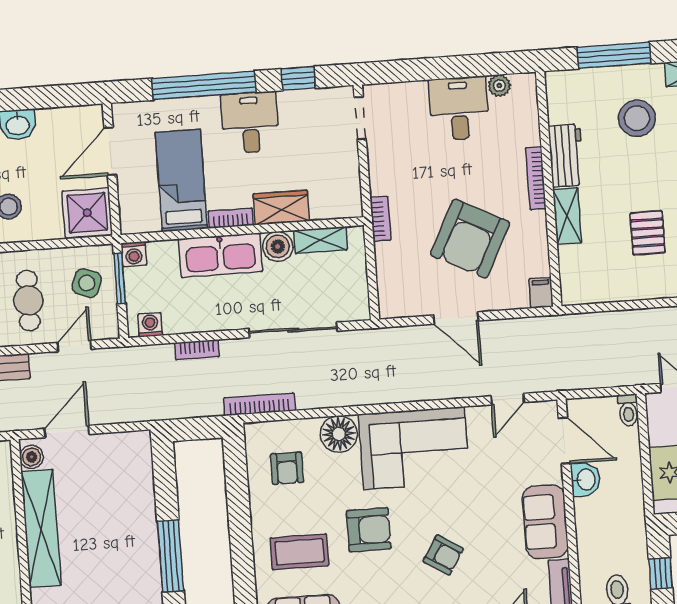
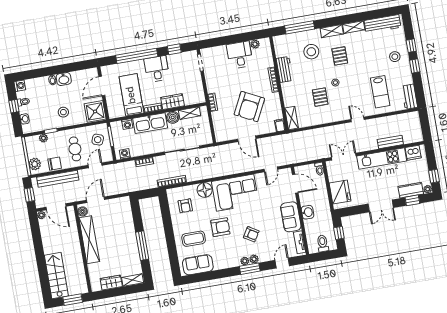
shelving: (567, 216) -> (292, 118), moved
washing machine: (134, 254) -> (127, 124), moved
washbasin: (585, 479) -> (308, 212), moved

